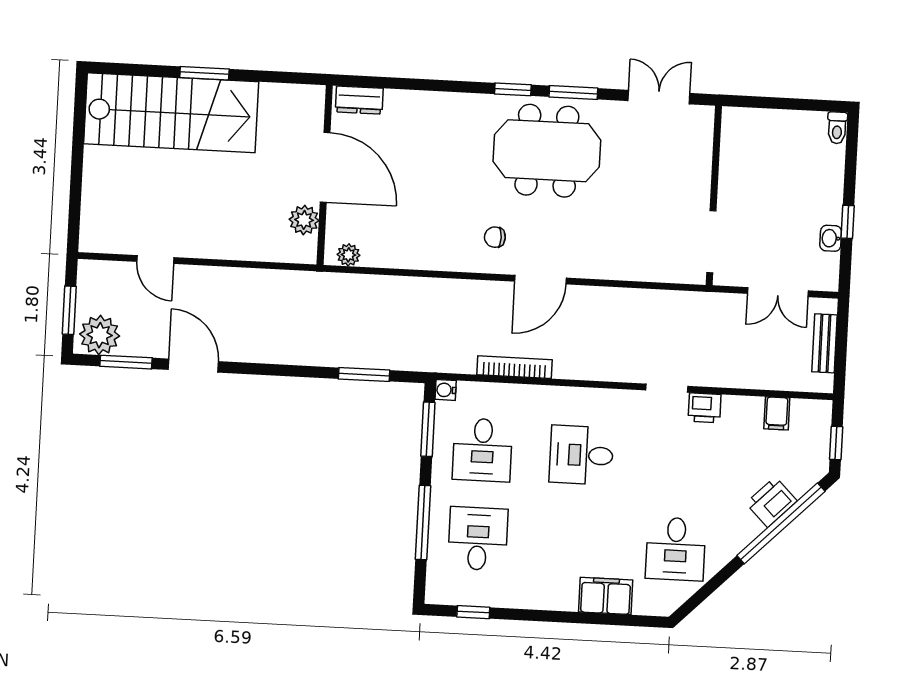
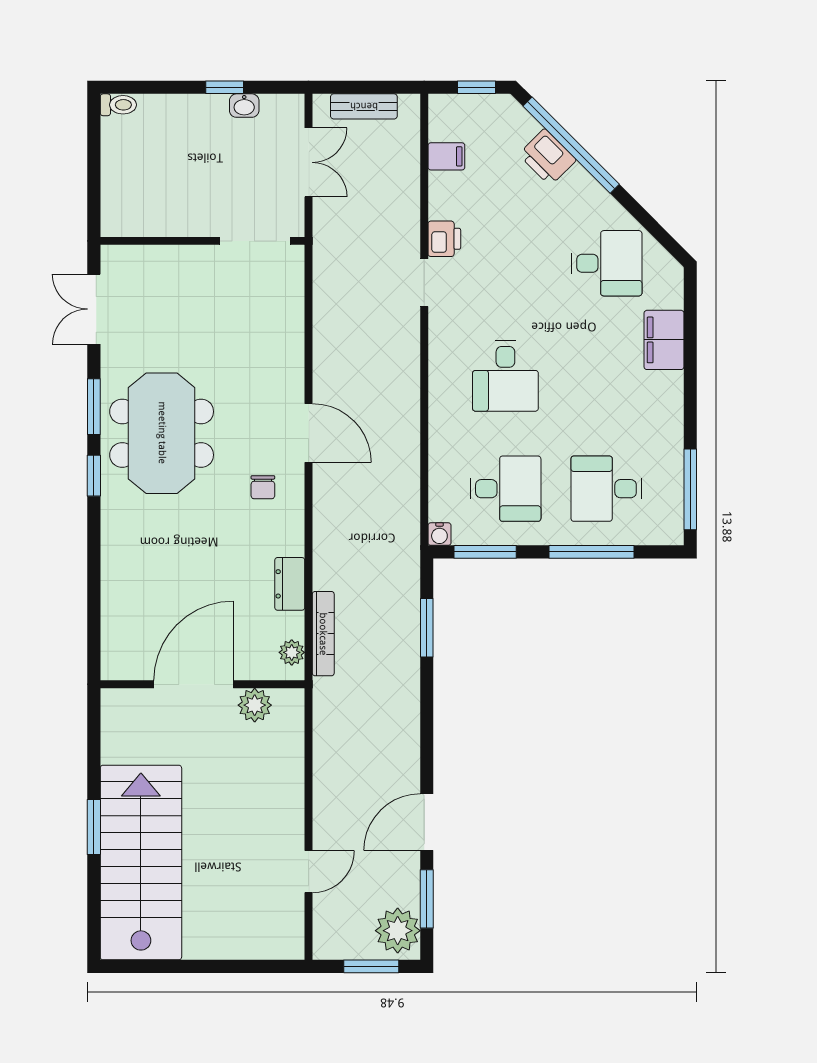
dresser: (359, 100) -> (290, 584), moved, turned 180
bookcase: (515, 367) -> (323, 634), moved, turned 180
window: (473, 612) -> (690, 489), width x2.17

